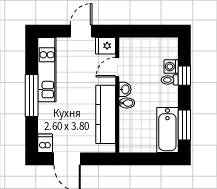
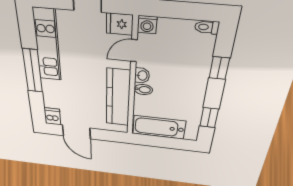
washing machine: (171, 67) -> (147, 25), moved, turned -90
toilet: (170, 80) -> (207, 27), moved
window: (184, 125) -> (209, 118), width x0.67
bathtub: (167, 130) -> (159, 127), moved, turned 90

